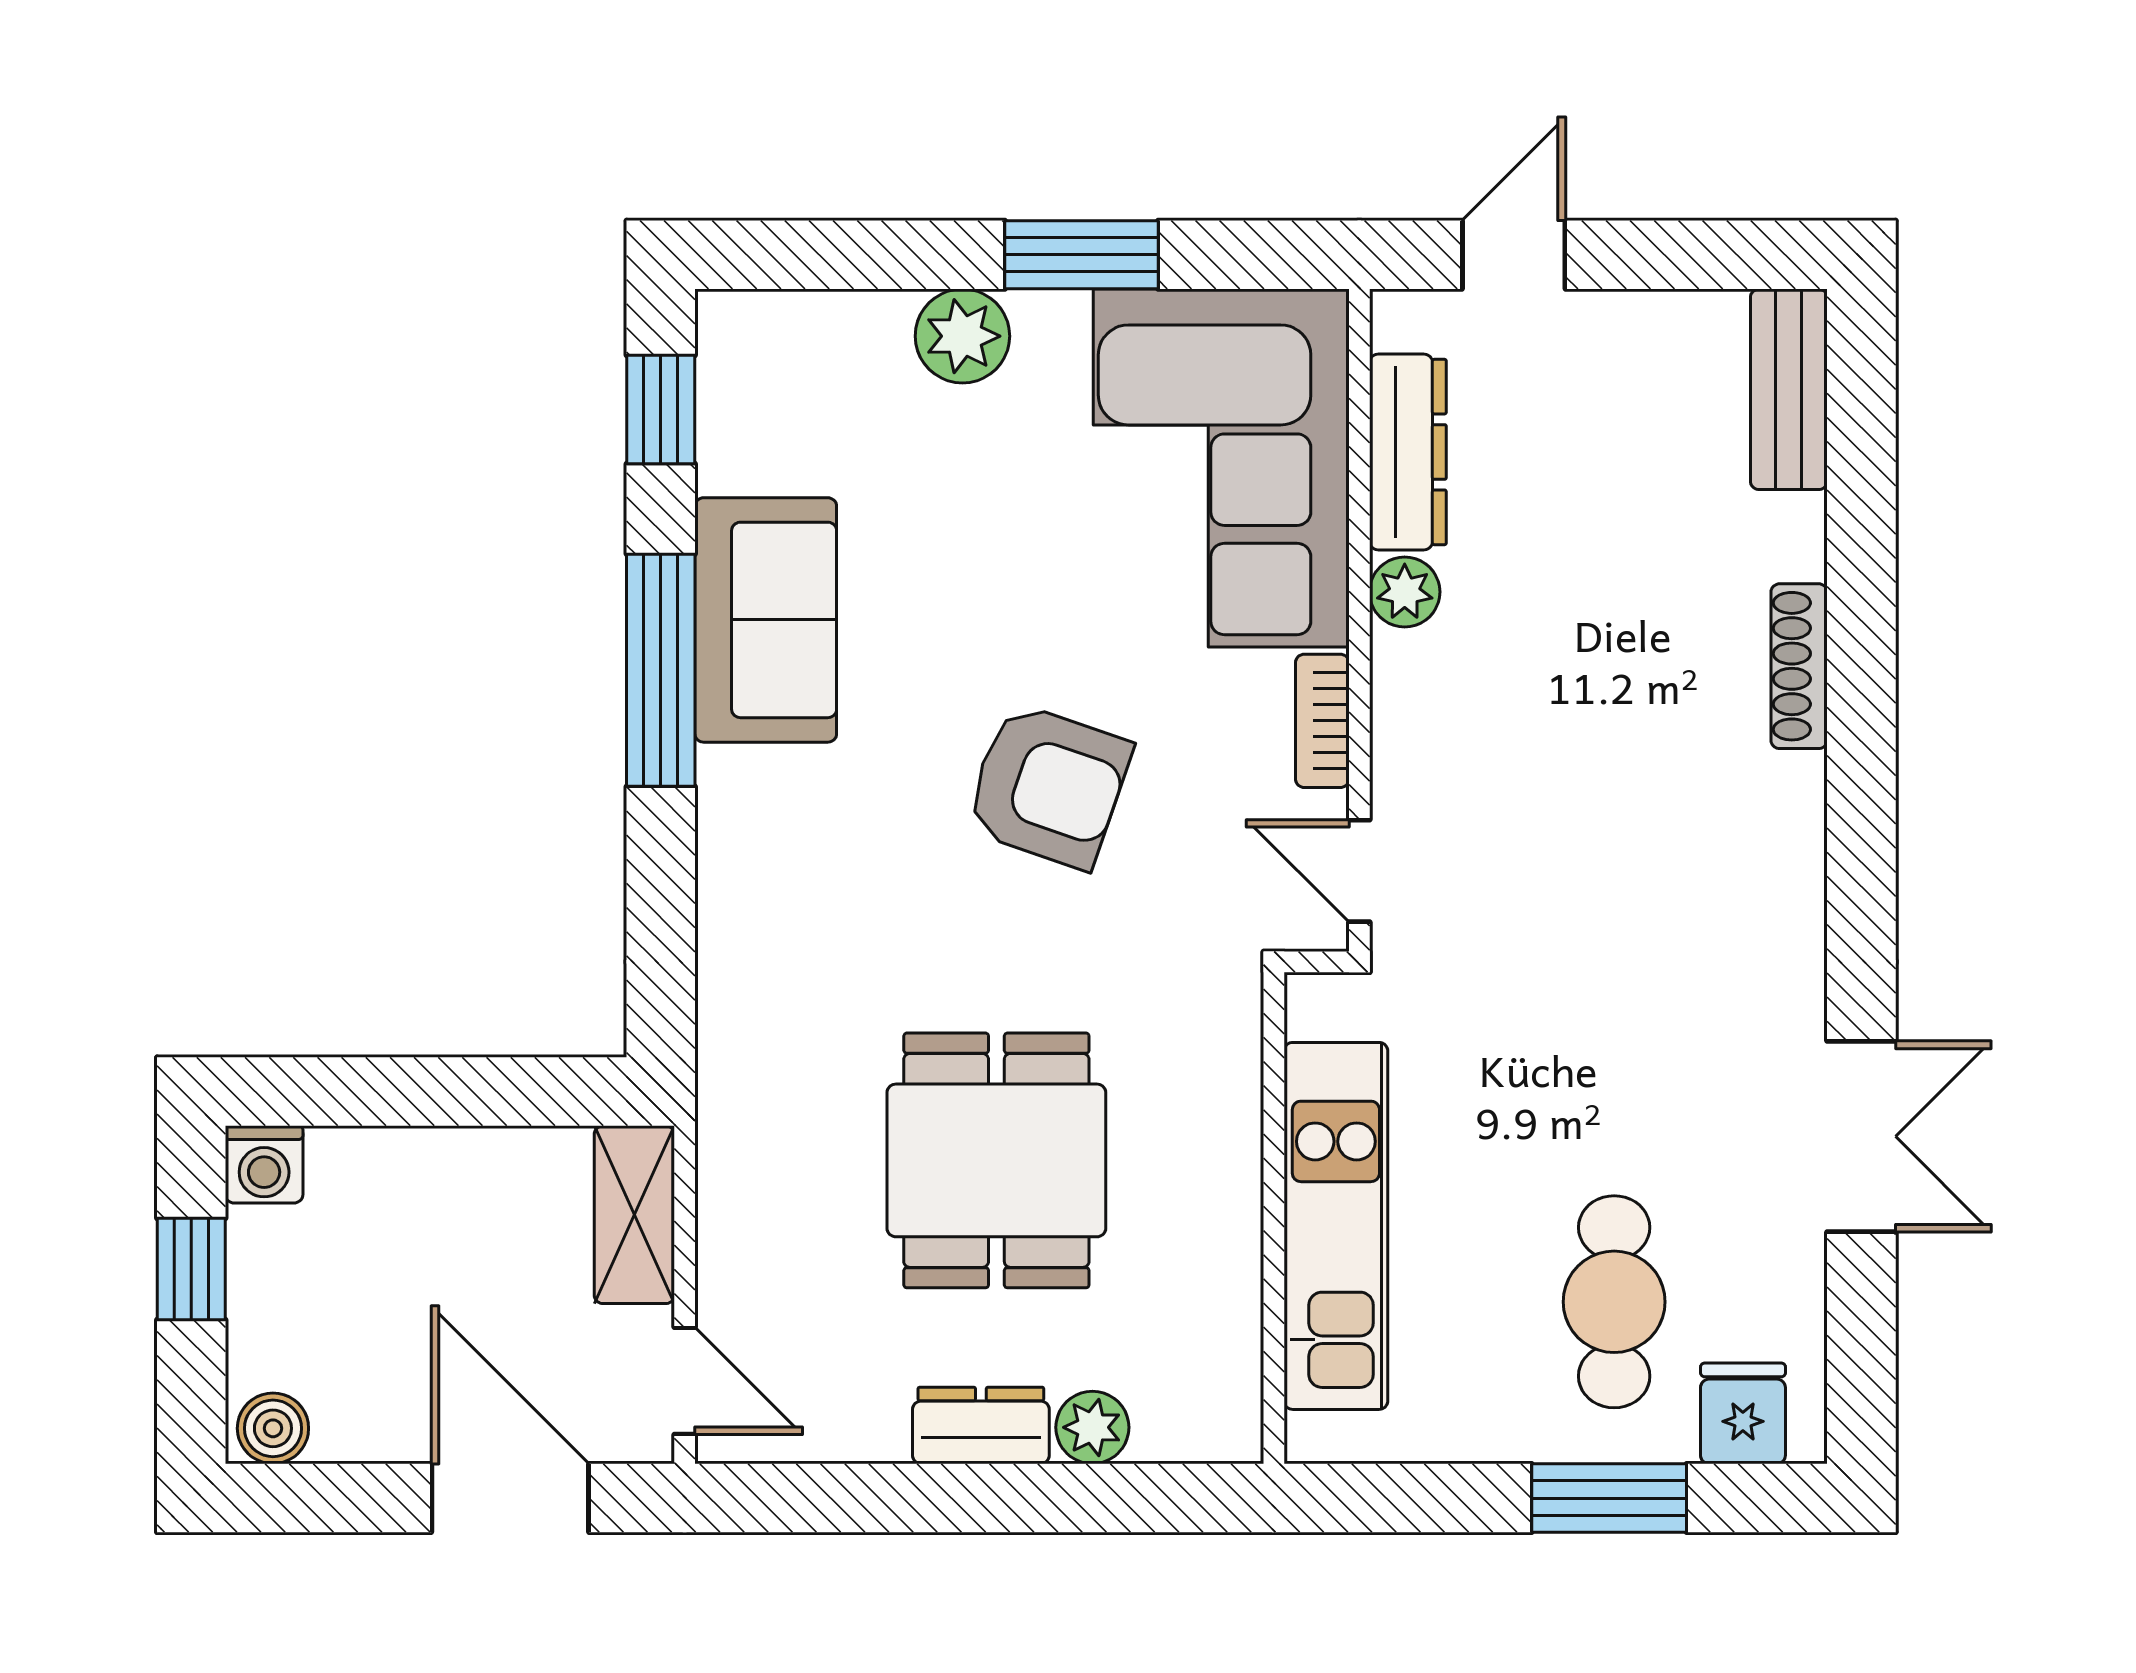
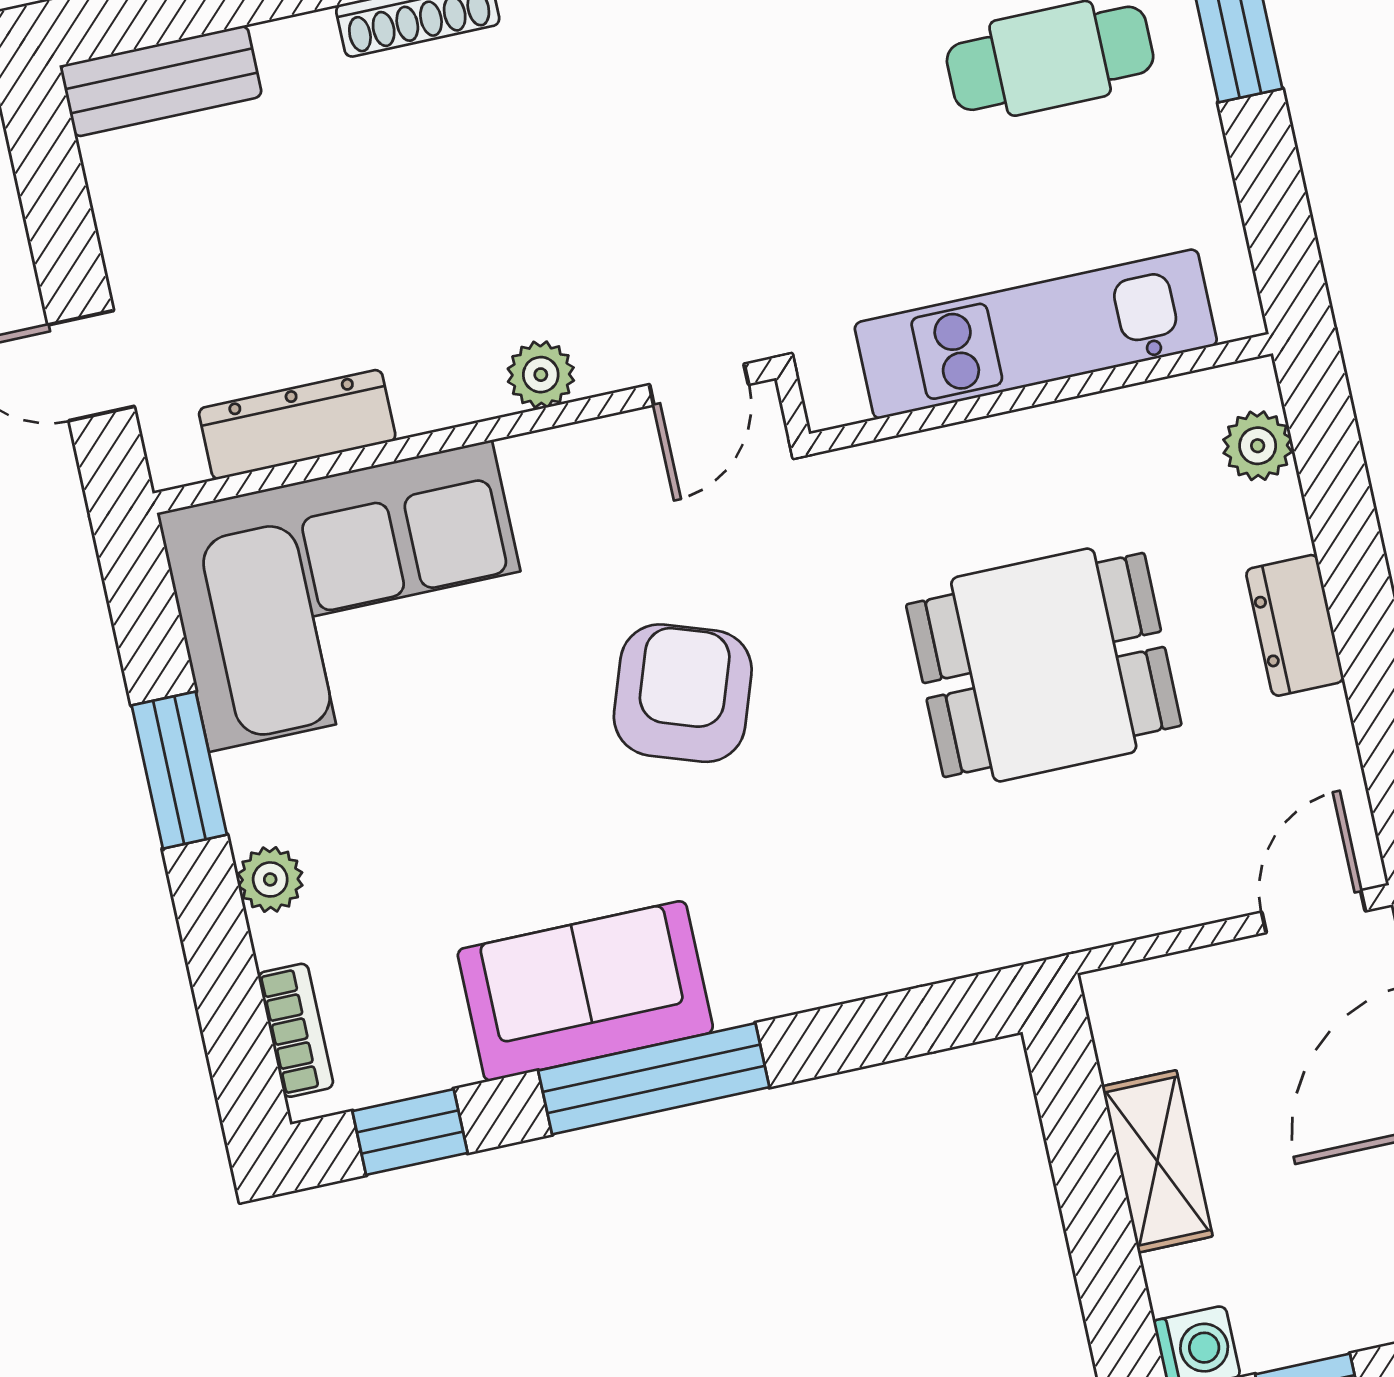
plant: (962, 336) -> (270, 879), width x0.73, depth x0.73
plant: (1405, 592) -> (541, 375), moved
bookcase: (1322, 721) -> (296, 1030), moved, turned -90
shelving: (634, 1215) -> (1157, 1161), moved, turned 90
plant: (1092, 1427) -> (1258, 446), moved

